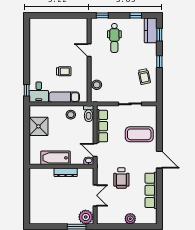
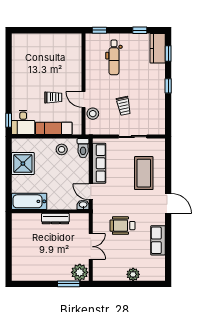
door: (89, 50) -> (84, 99), moved
trolley: (144, 77) -> (124, 106), moved
coffee table: (139, 134) -> (144, 173), turned 90
bathtub: (55, 158) -> (29, 201), moved
wheelchair: (121, 178) -> (122, 226), turned 90
row of seats: (151, 190) -> (158, 240), width x0.68

